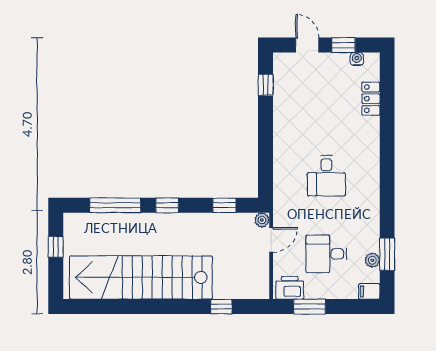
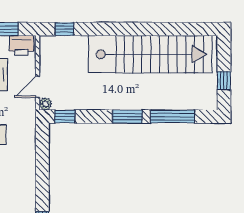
window: (167, 205) -> (127, 117), width x1.50
window: (224, 205) -> (65, 117), moved
window: (221, 307) -> (64, 29), moved

